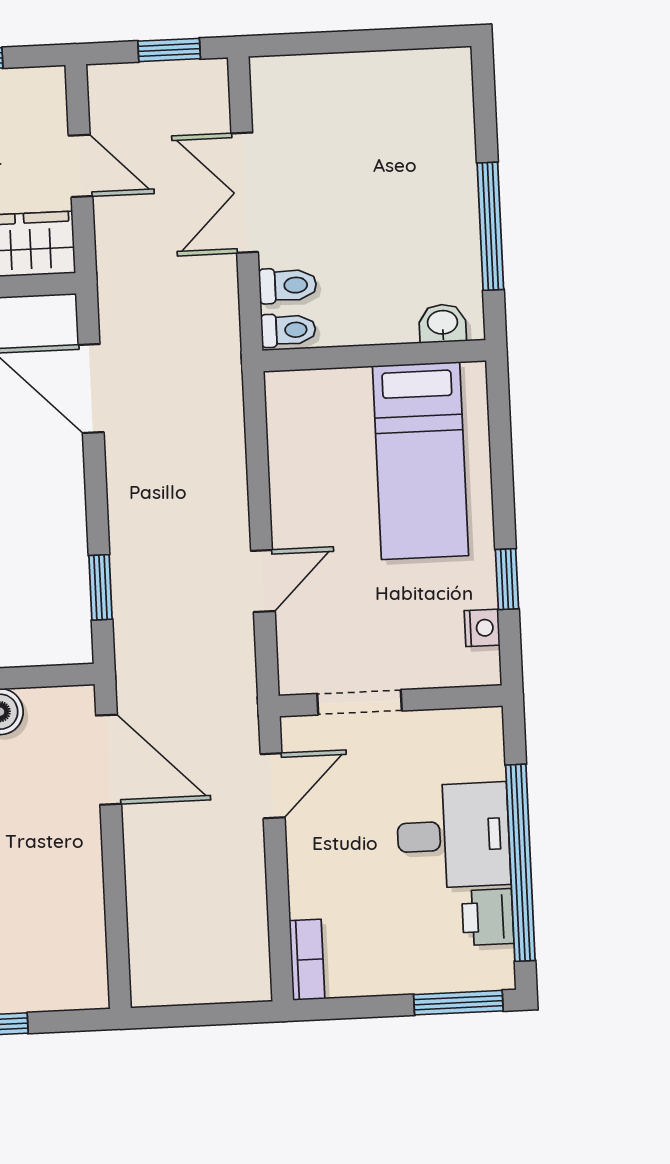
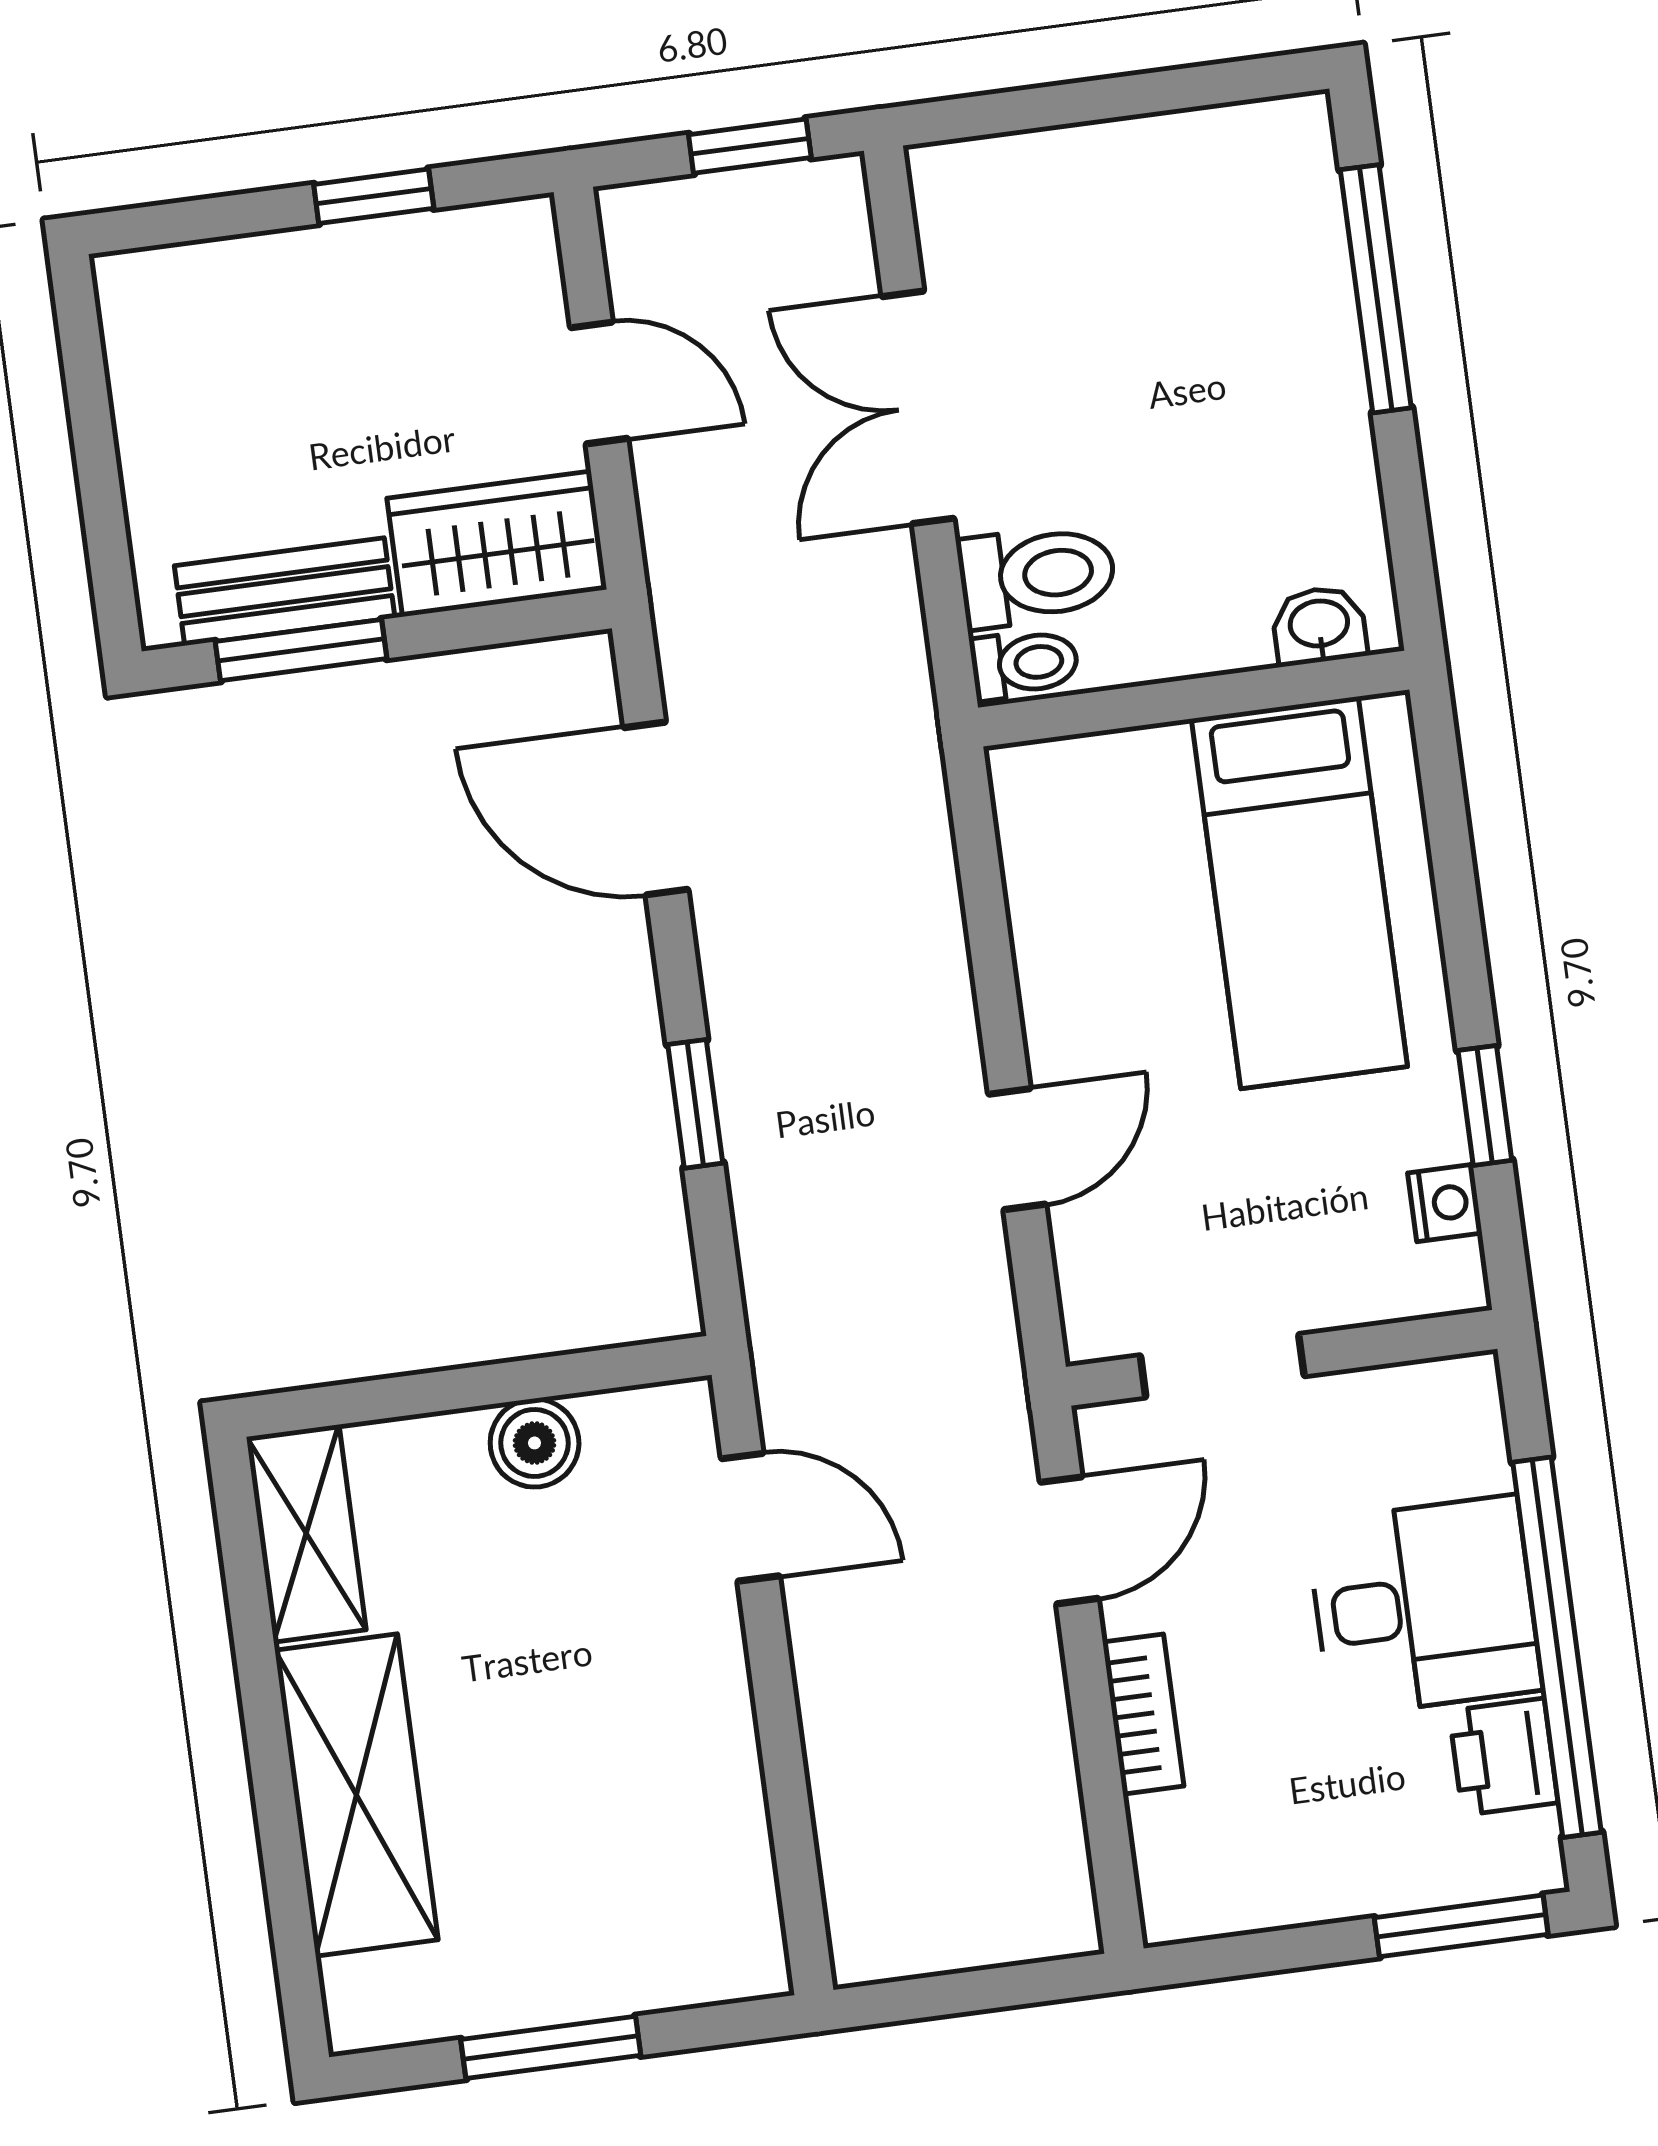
window: (490, 226) -> (1376, 289), moved
toilet: (288, 285) -> (1037, 575), width x1.37, depth x1.39
window: (100, 587) -> (695, 1104), moved
door: (109, 760) -> (750, 1517), width x0.73
bookcase: (307, 960) -> (1143, 1714), moved

